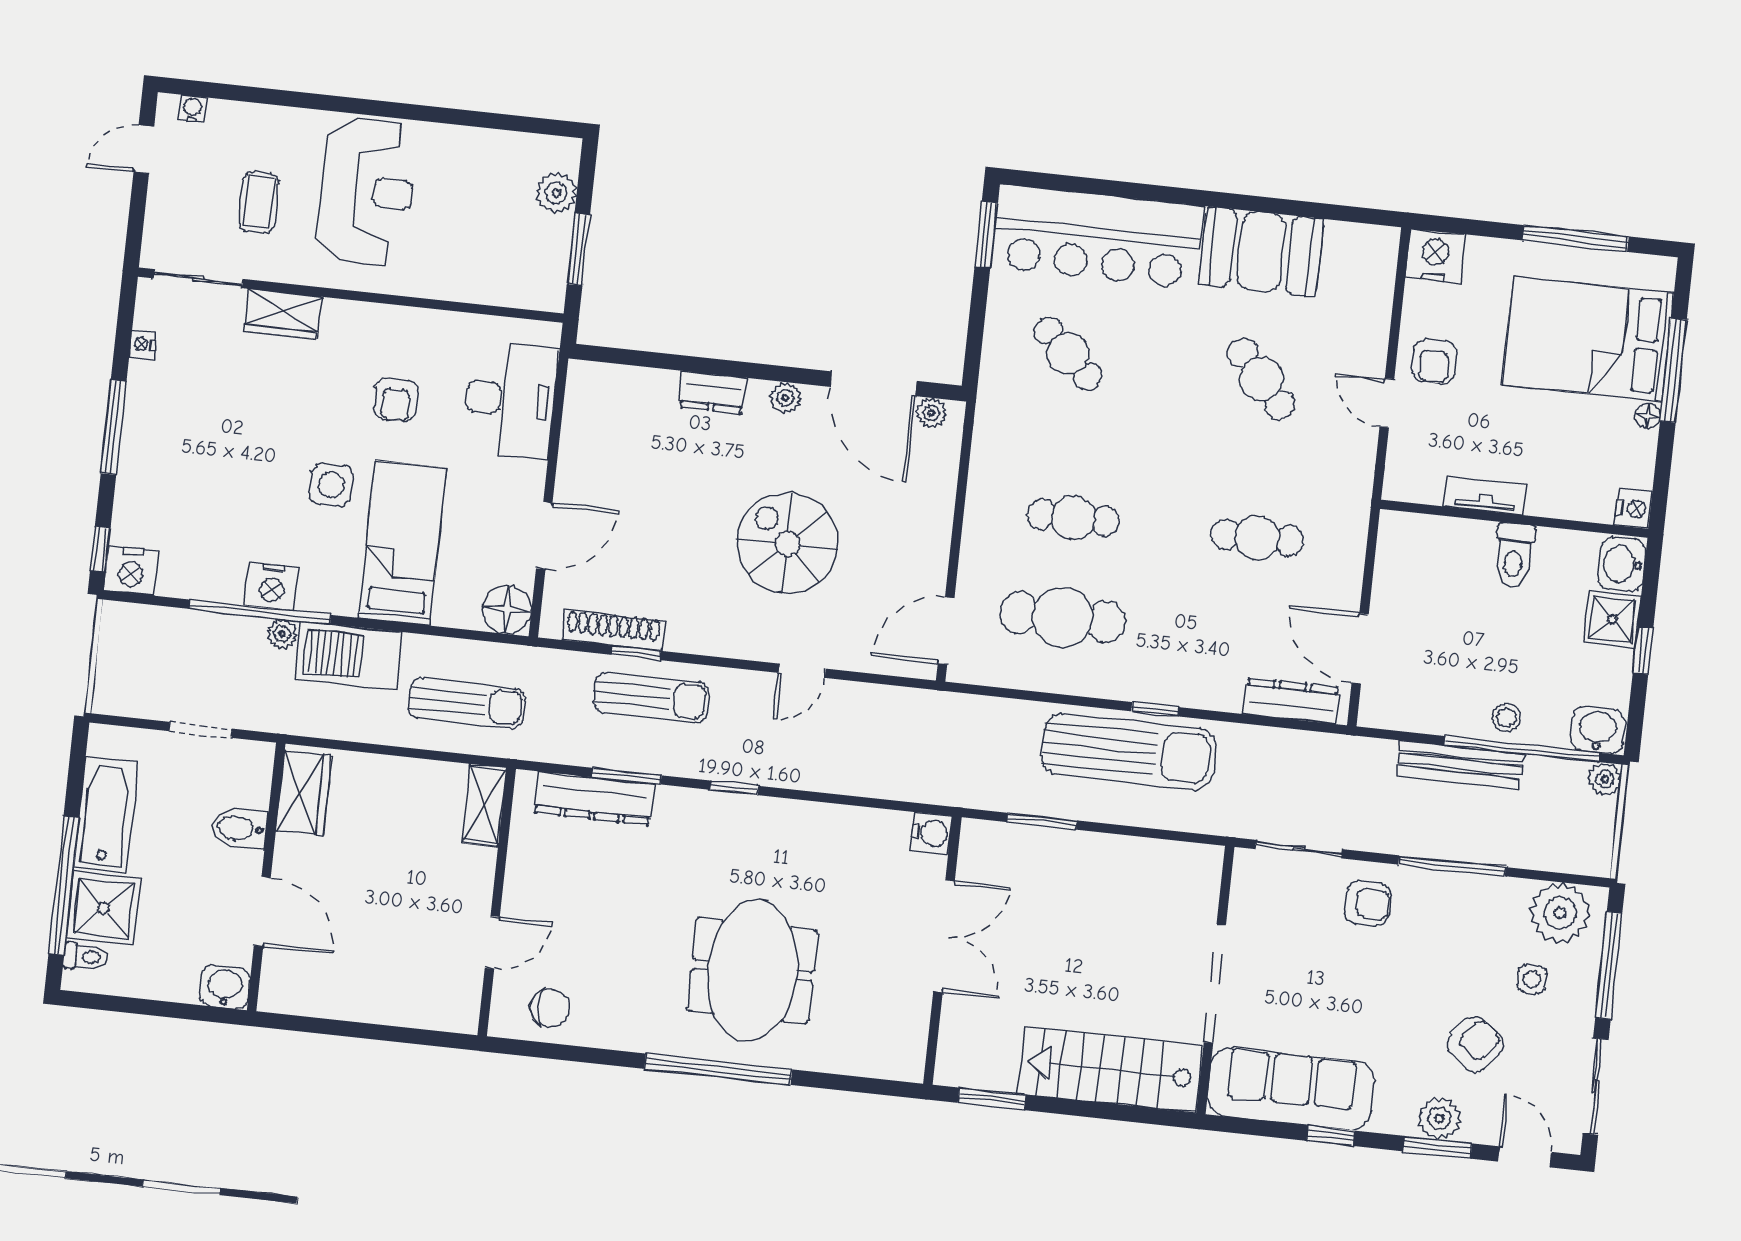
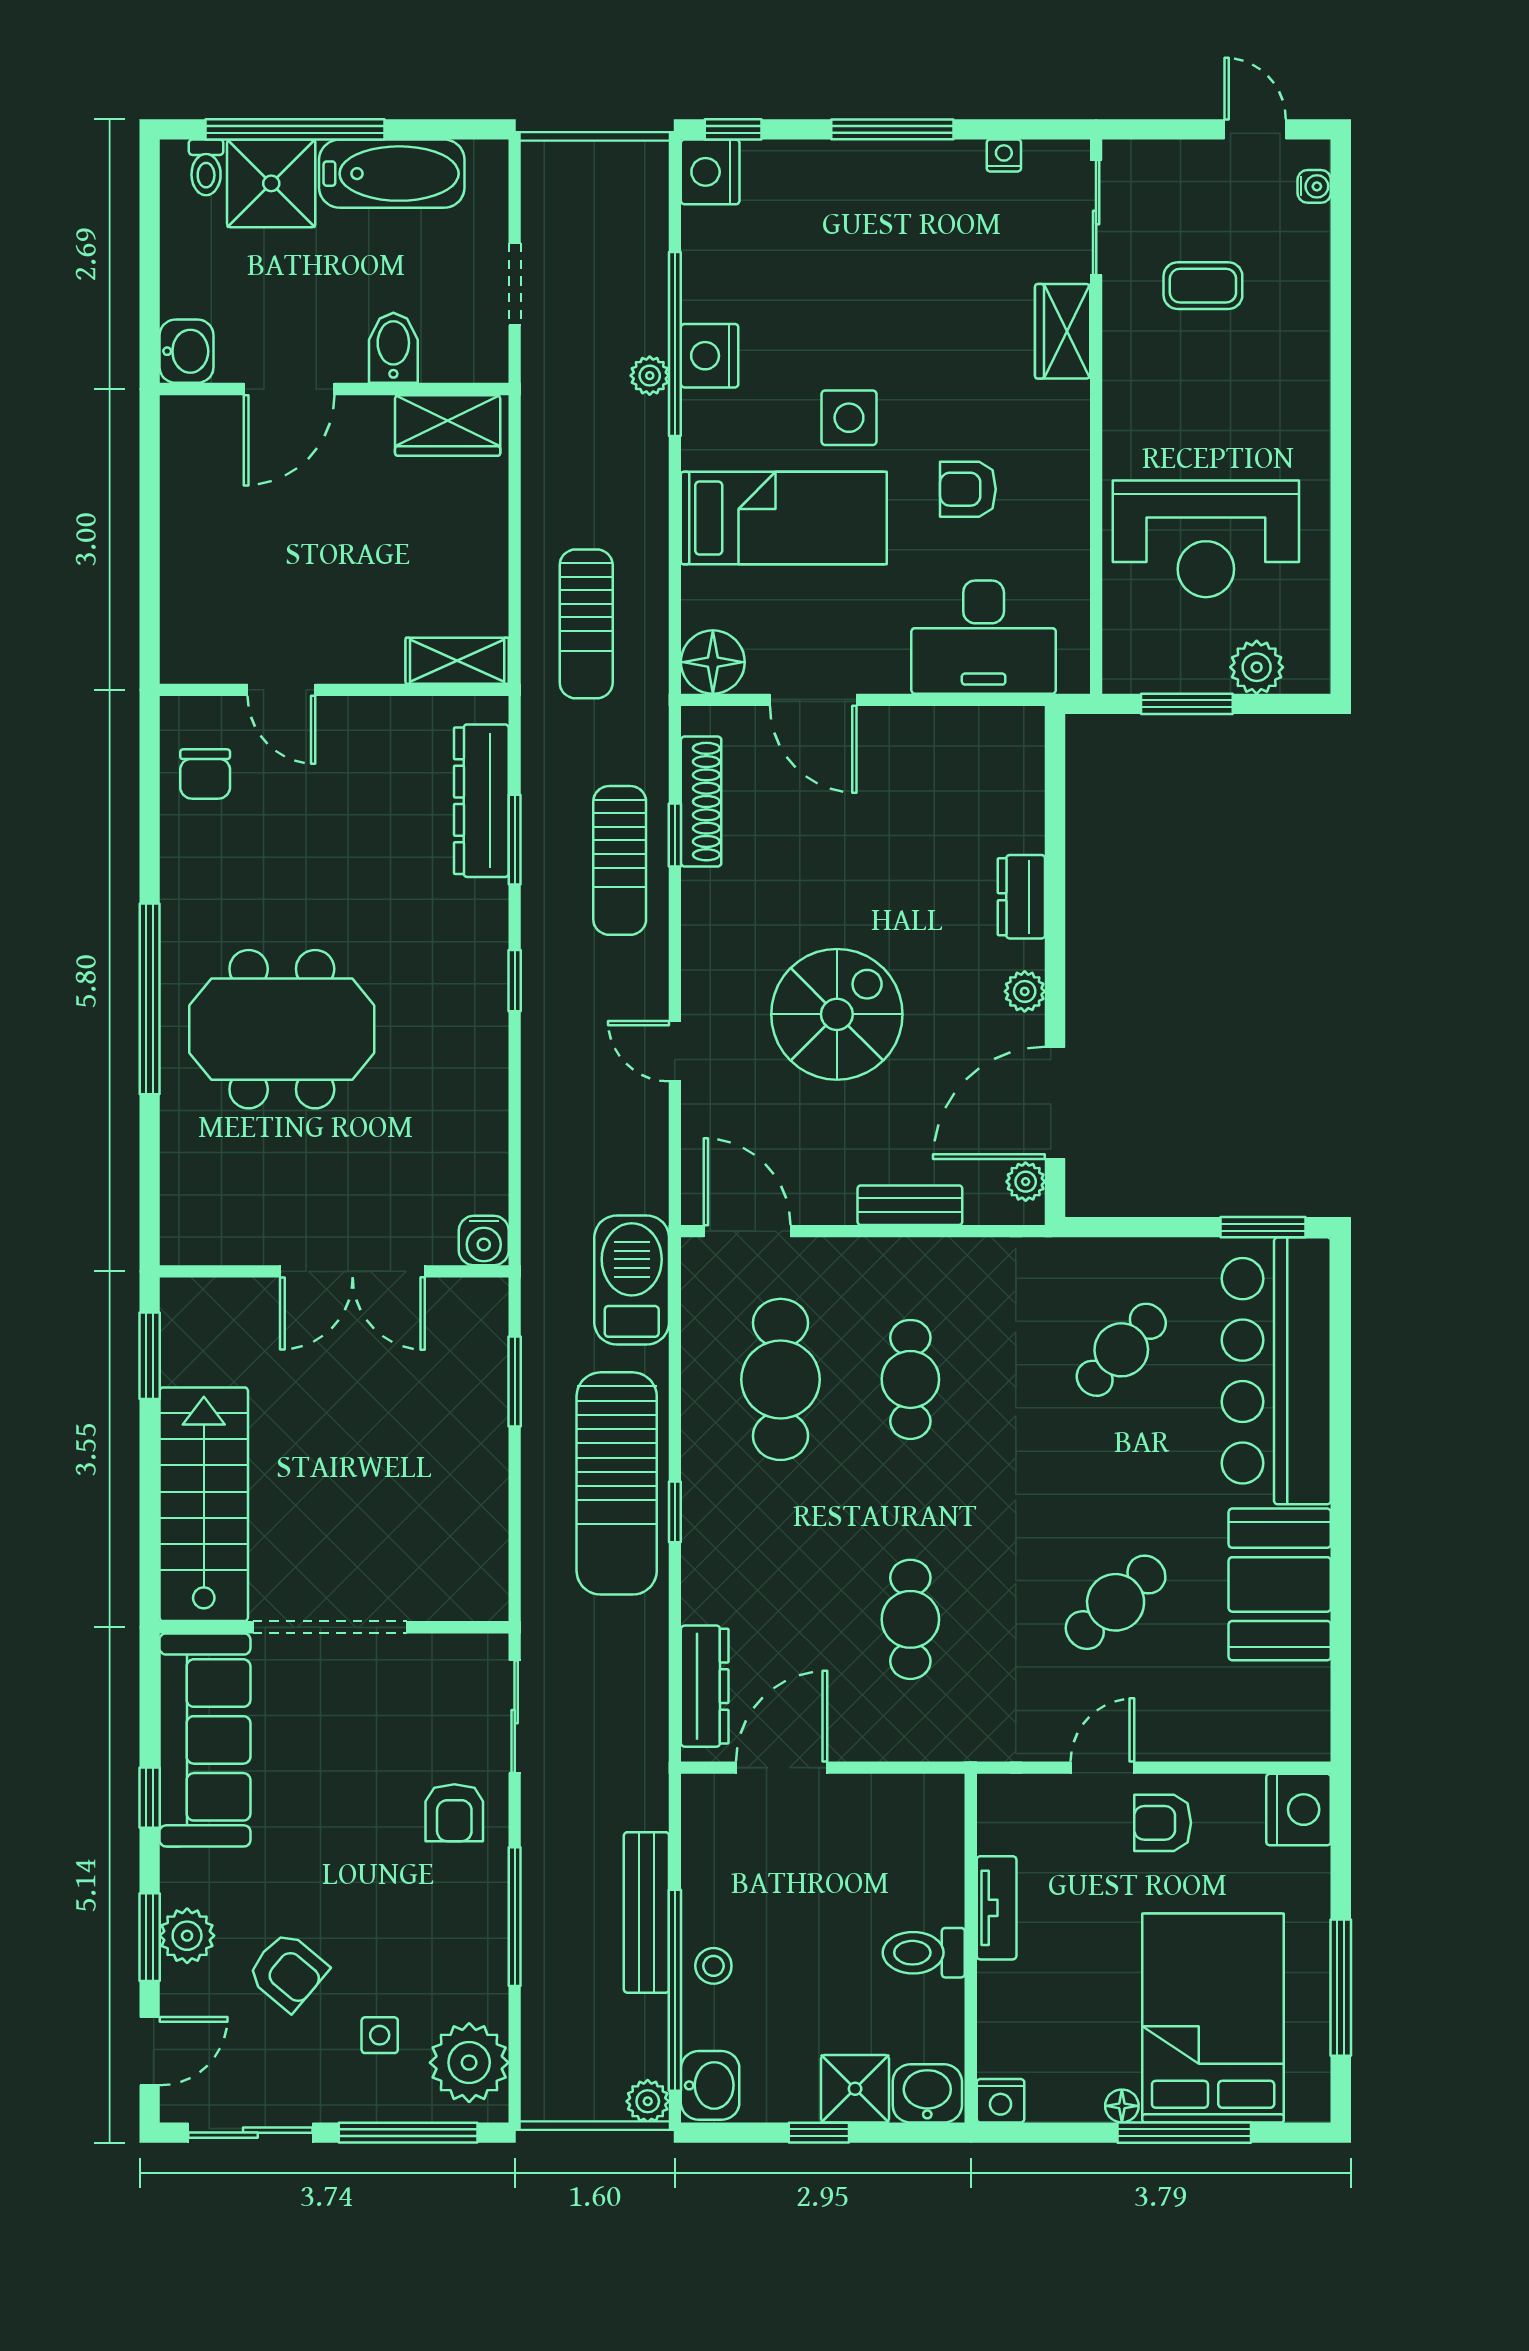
reception desk: (367, 191) -> (1206, 539), moved
bench: (940, 504) -> (910, 1205), added
barbecue: (348, 655) -> (632, 1280), moved

